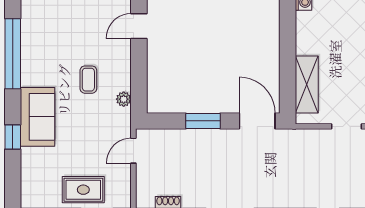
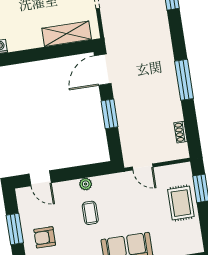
armchair: (67, 21) -> (45, 237), added
coffee table: (88, 80) -> (90, 213), turned 90
plant: (124, 99) -> (86, 184), moved

